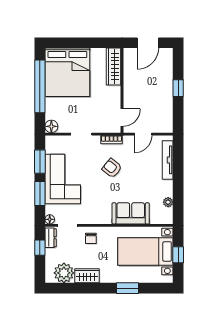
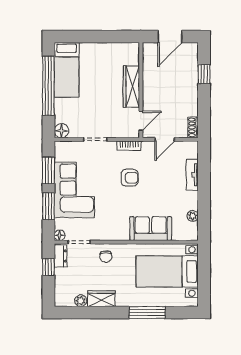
wardrobe: (113, 67) -> (131, 87), moved
bed: (67, 72) -> (67, 70), width x0.49
window: (178, 88) -> (204, 74), moved
shoe rack: (168, 123) -> (193, 127), added
tv unit: (168, 160) -> (192, 175), width x0.71
armchair: (112, 168) -> (130, 178), turned 141
window: (178, 255) -> (204, 275), removed
plant: (64, 273) -> (81, 301), width x0.53, depth x0.53
window: (127, 288) -> (147, 313), width x1.44

